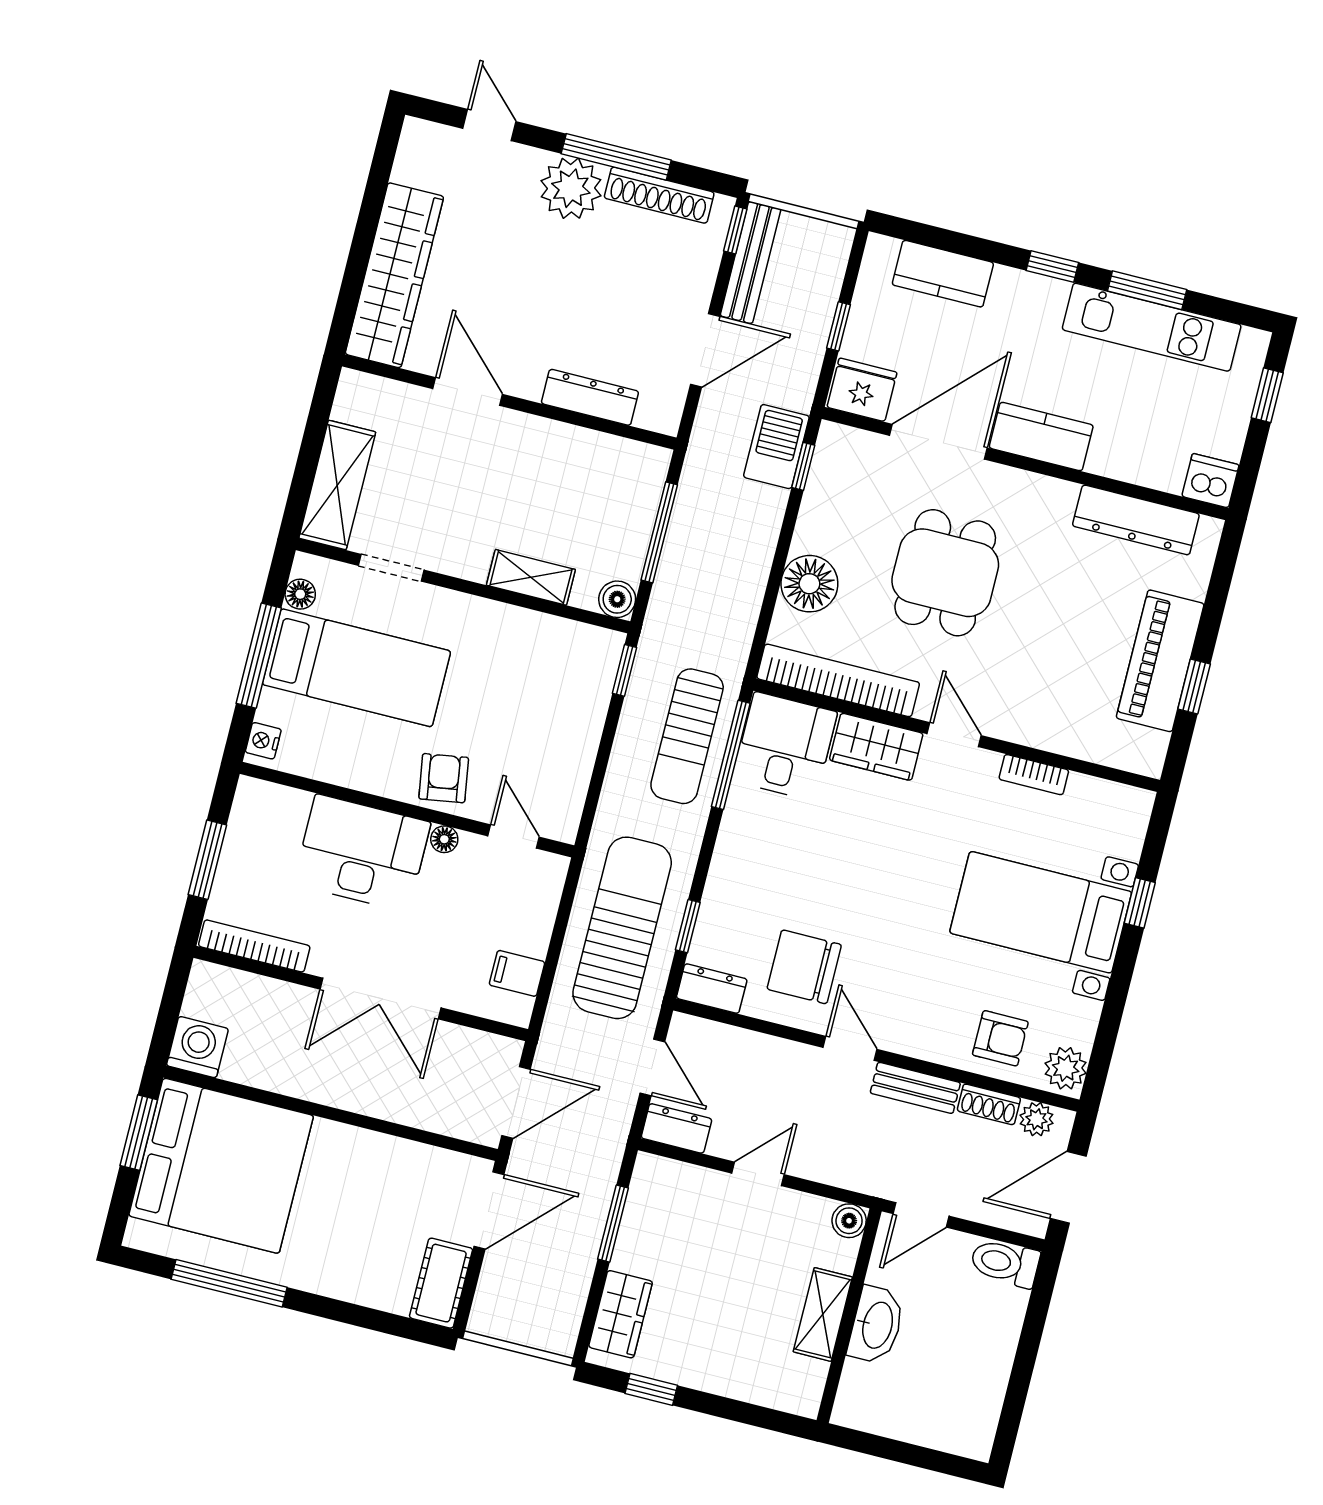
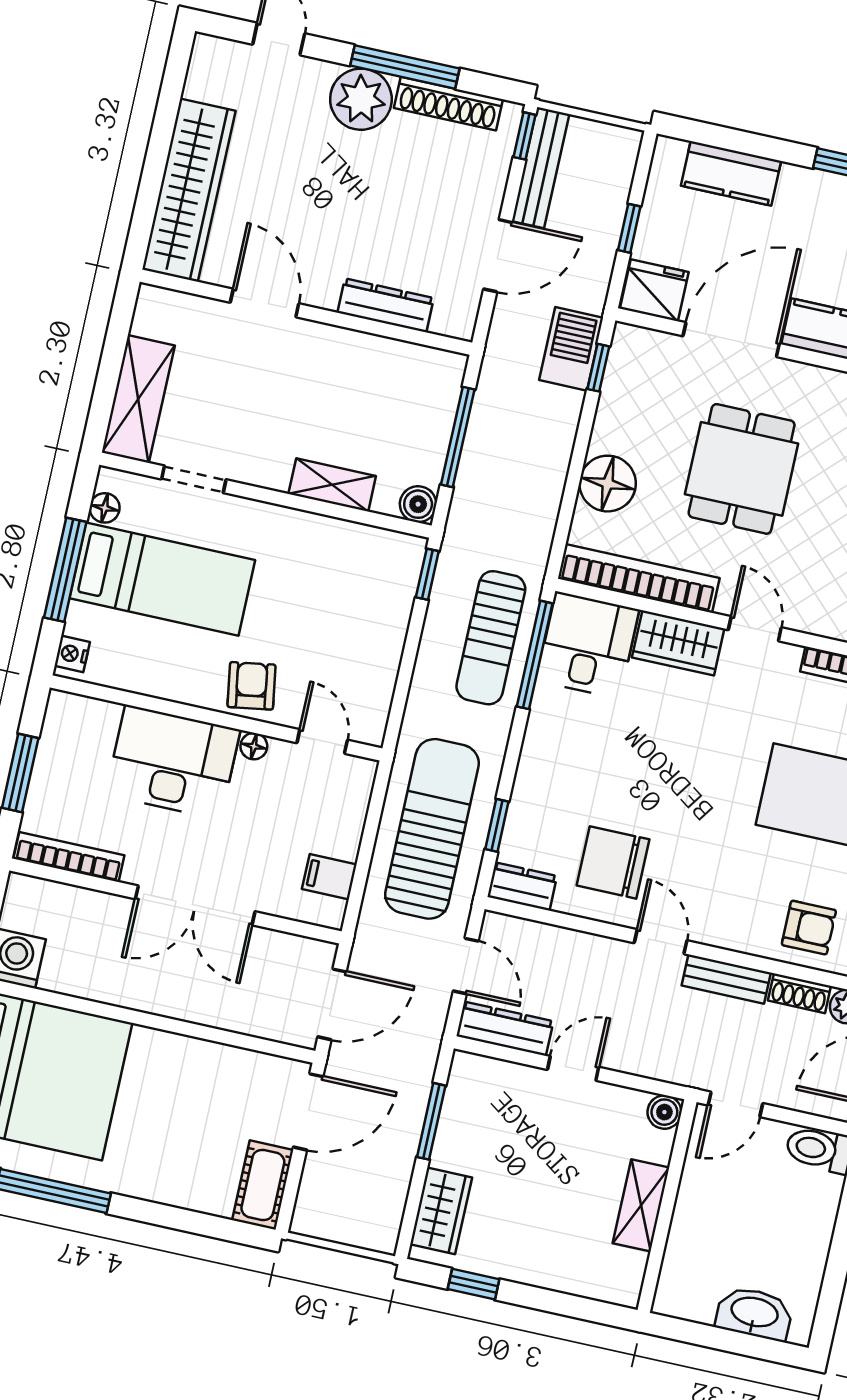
dresser: (677, 1128) -> (505, 1029), width x1.44
washbasin: (876, 1325) -> (754, 1313), moved, turned -90

